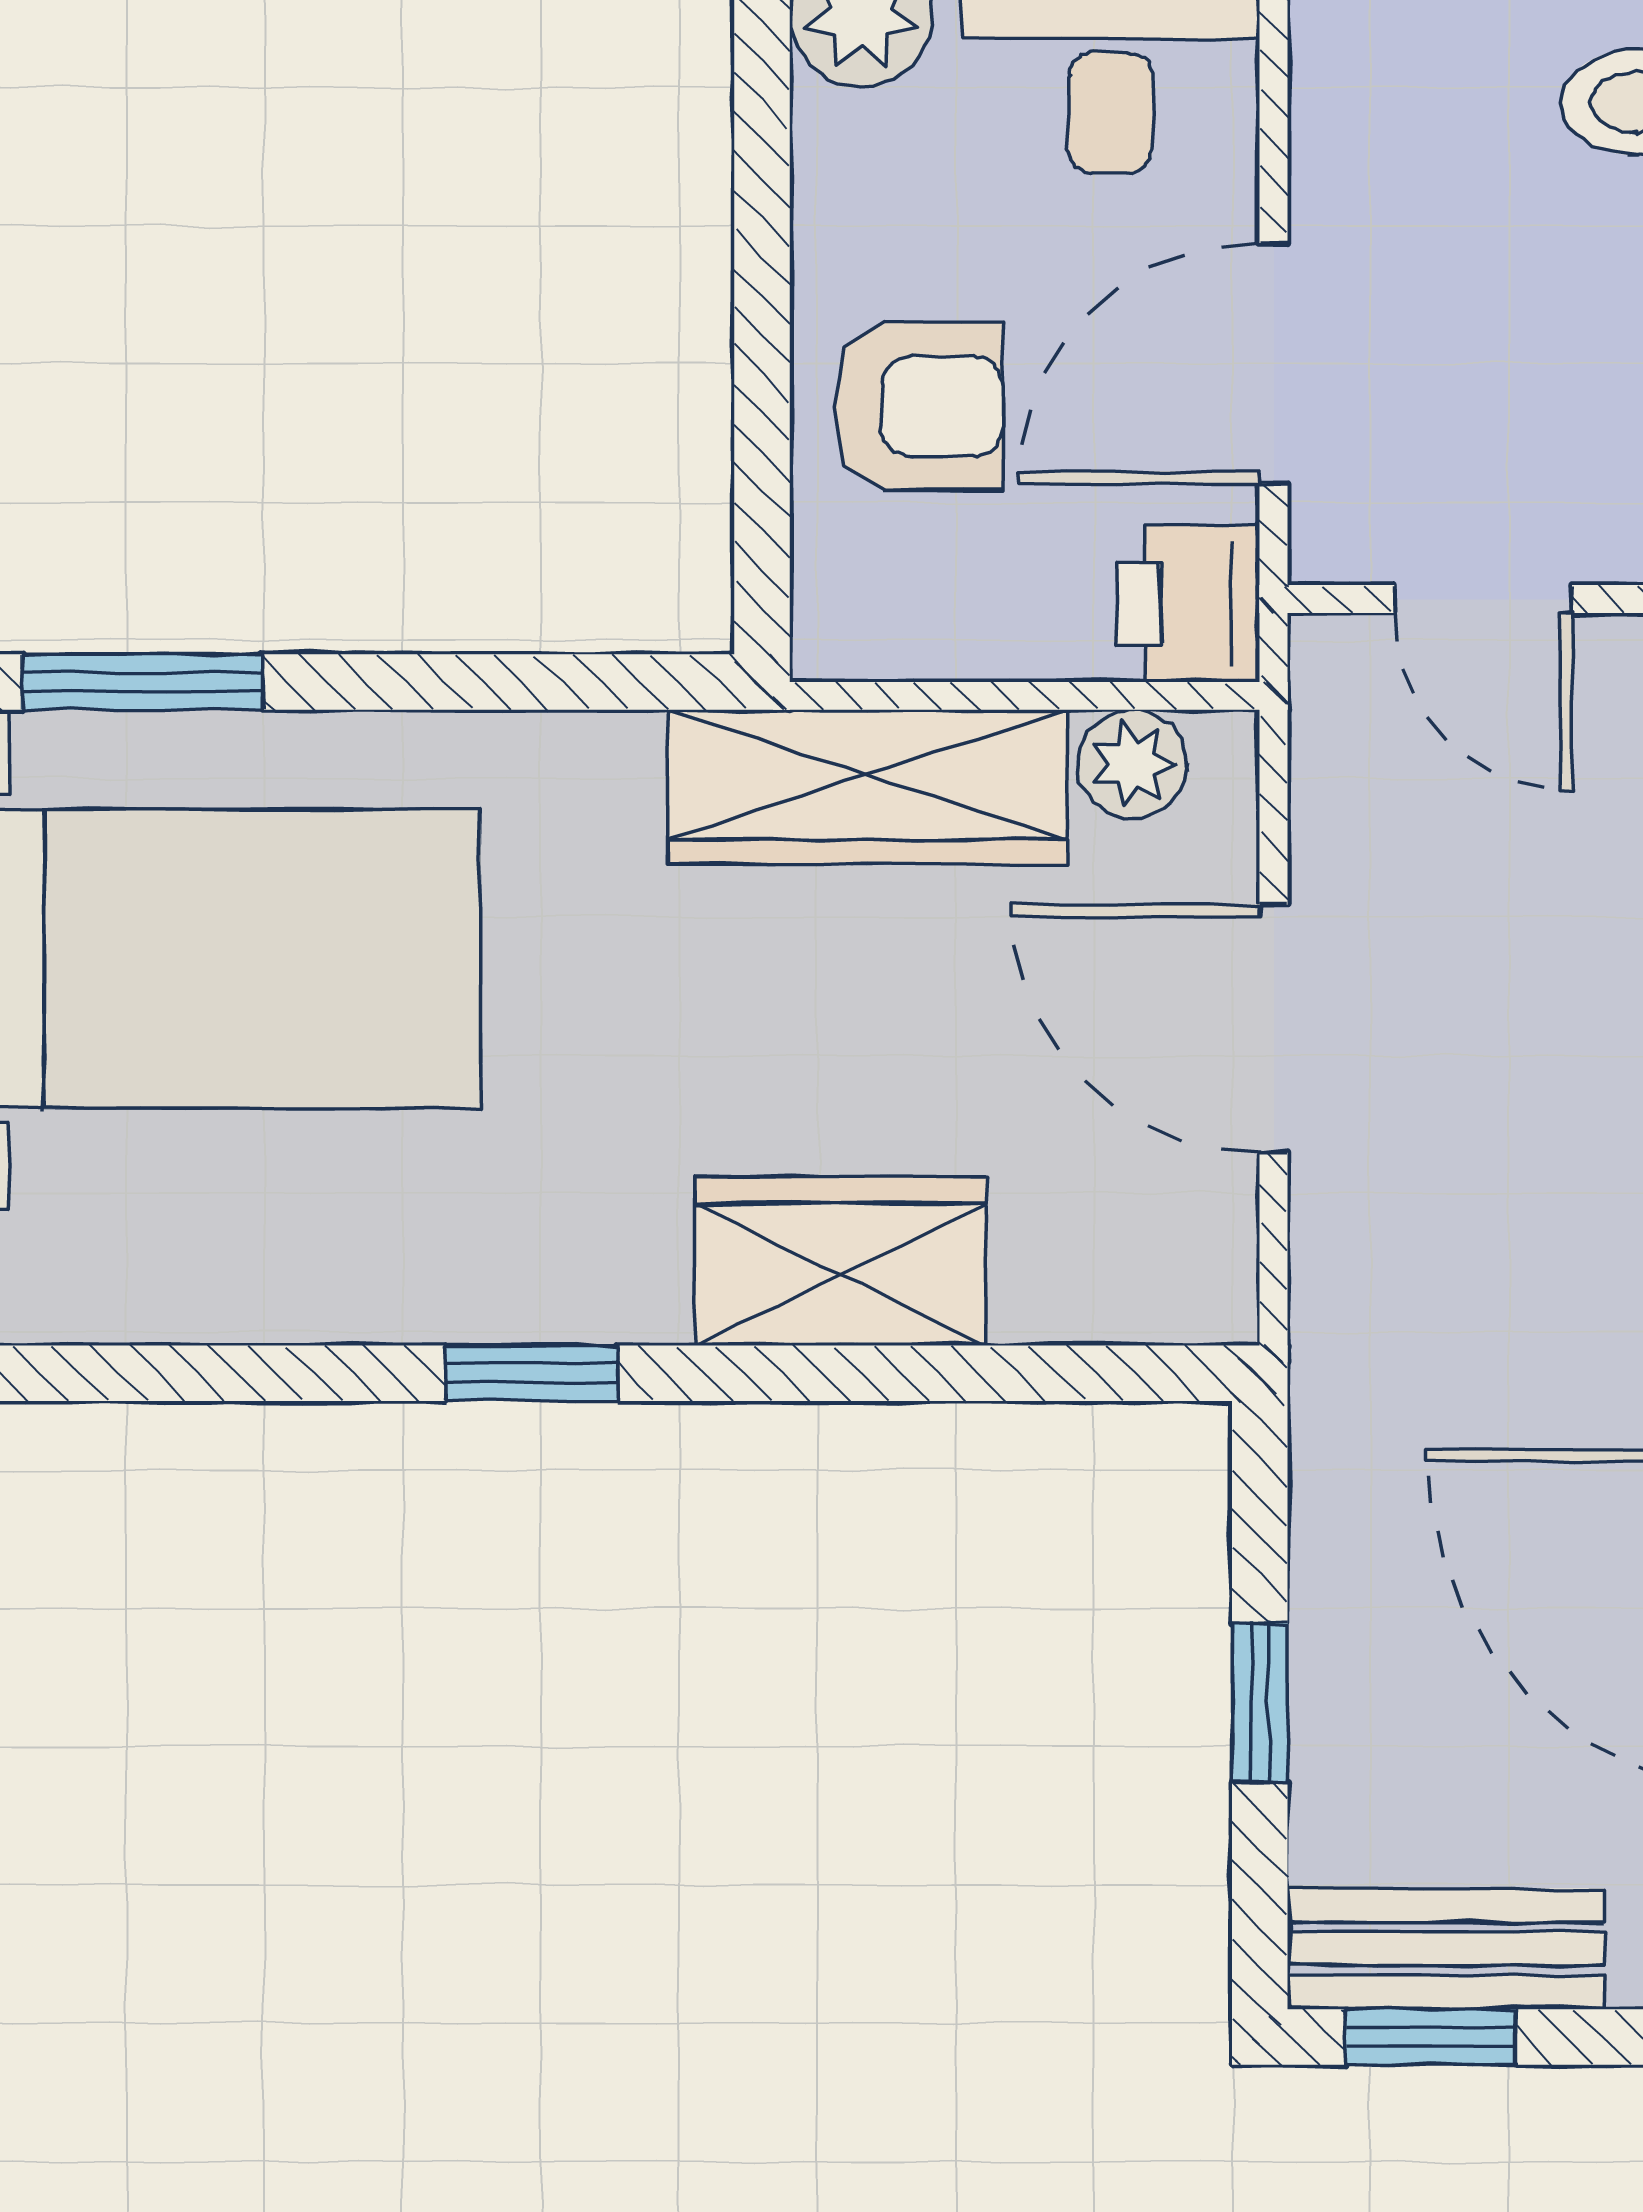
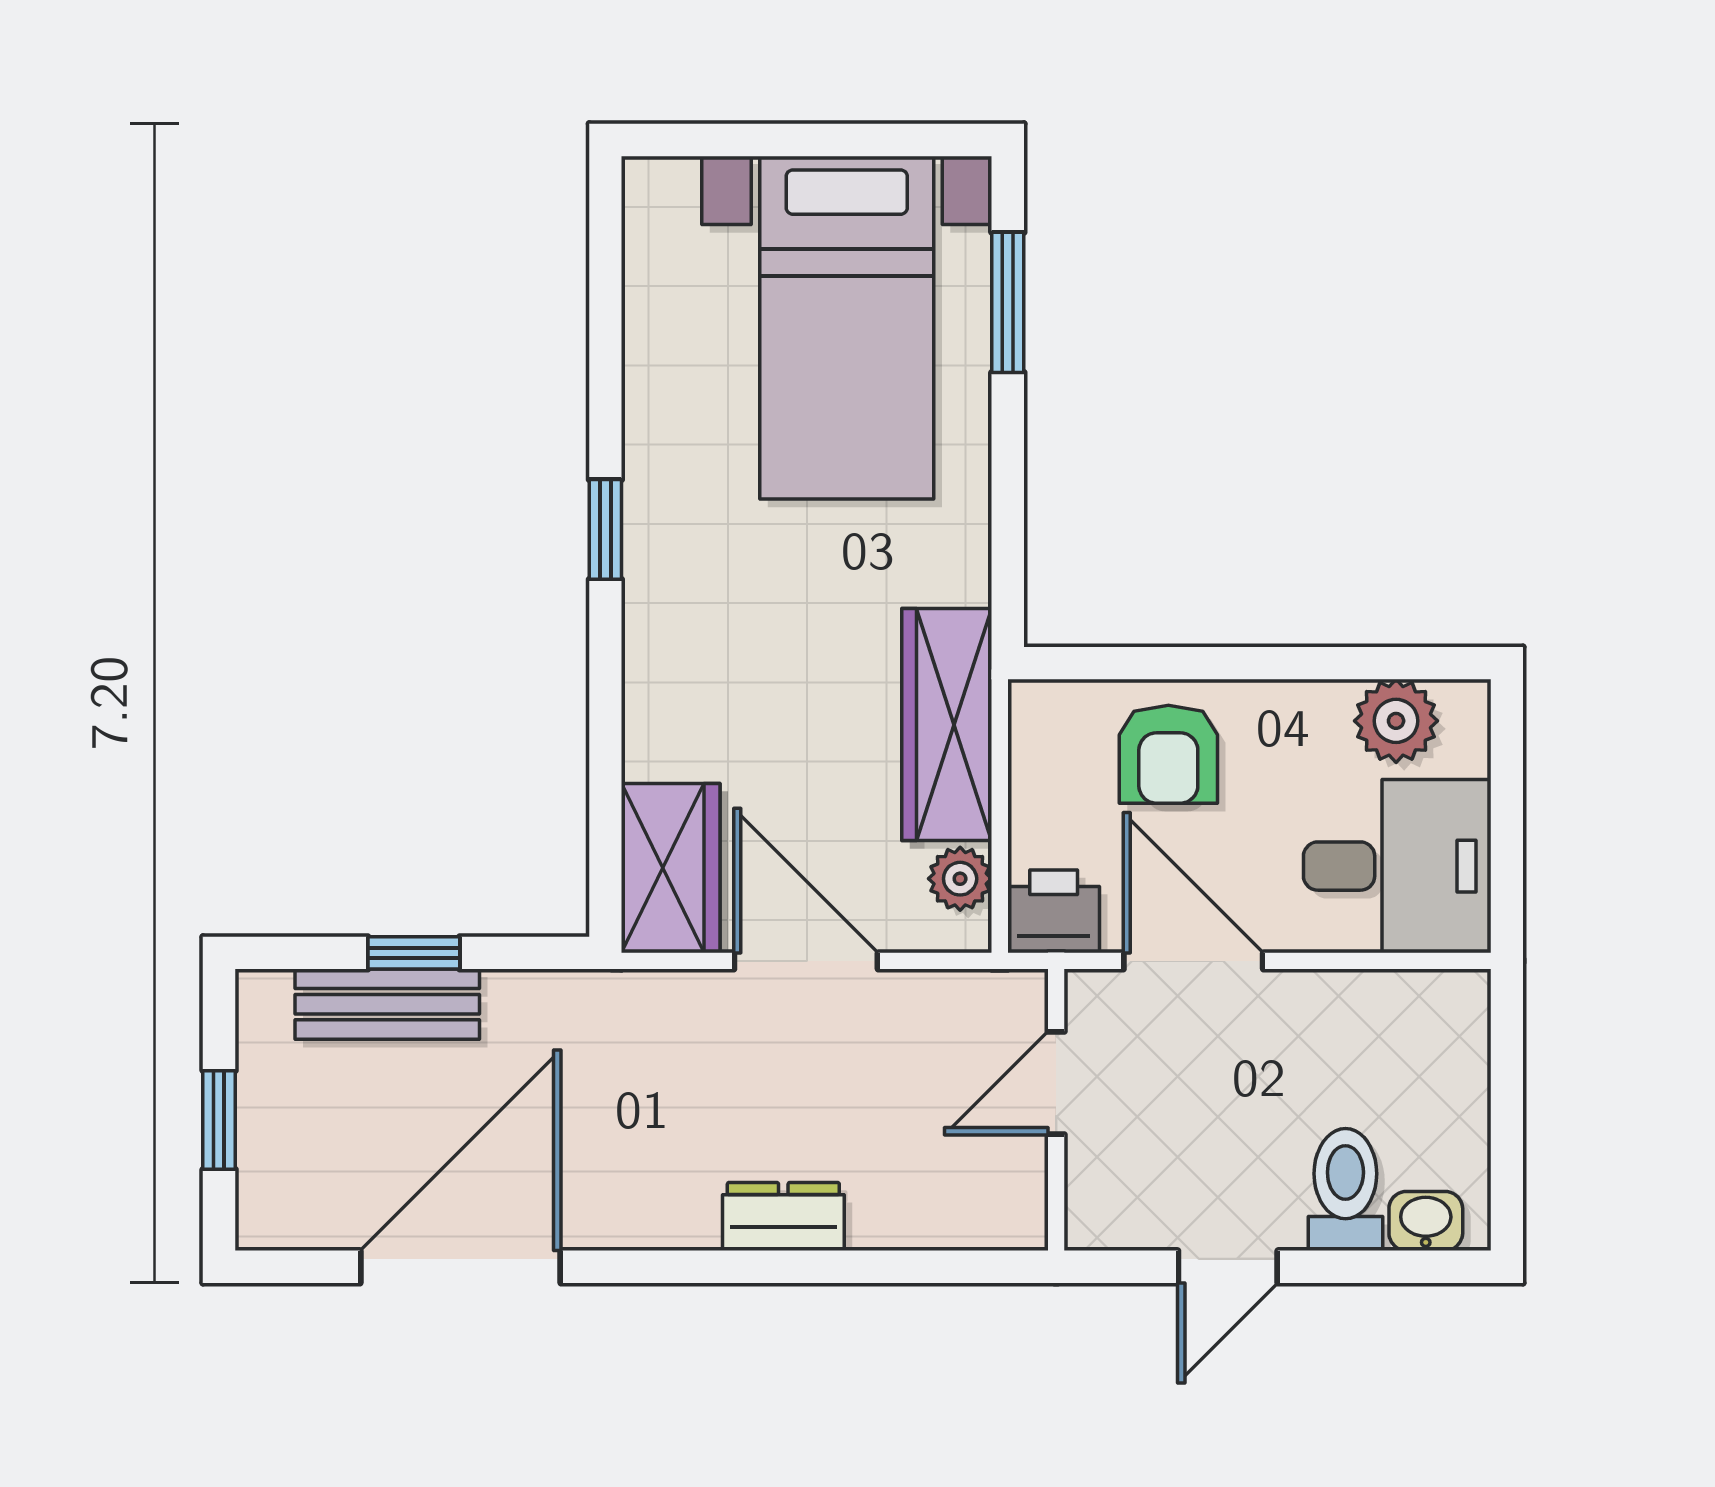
door: (1274, 1029) -> (806, 961), hinge flipped
wardrobe: (840, 1261) -> (671, 868), moved
bench: (1446, 1949) -> (387, 1004), moved, turned 90
window: (1431, 2037) -> (219, 1120), moved

